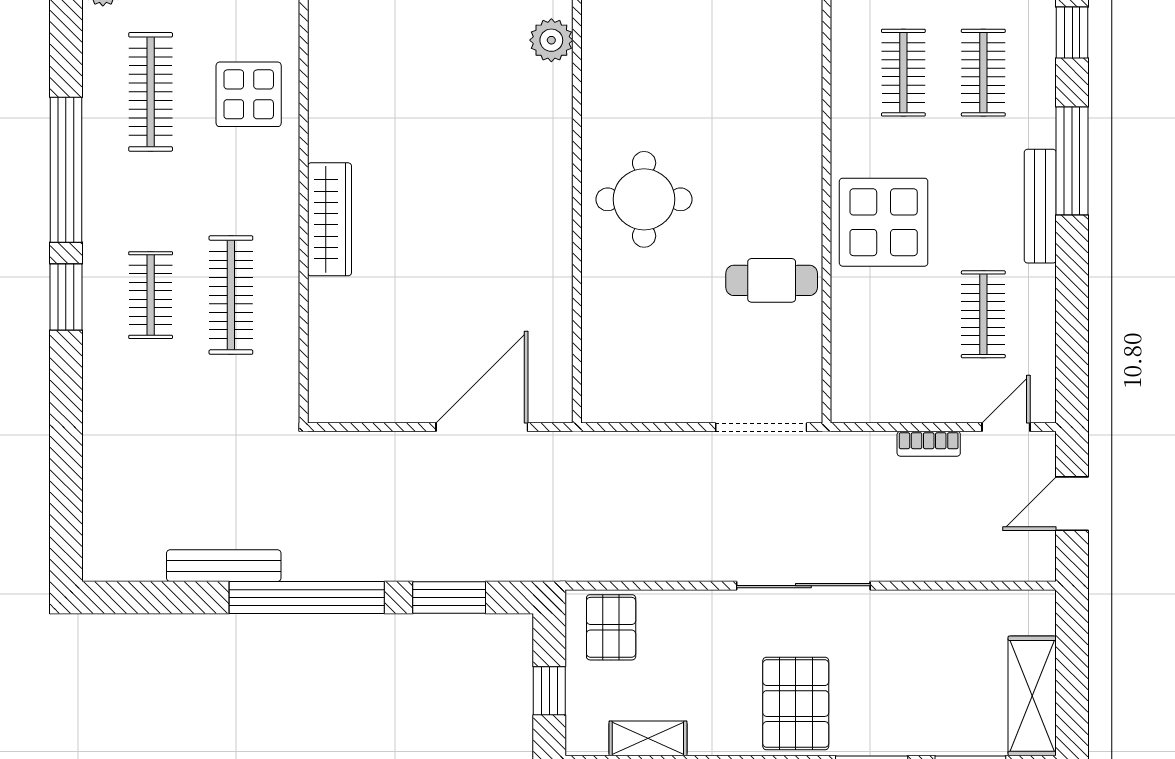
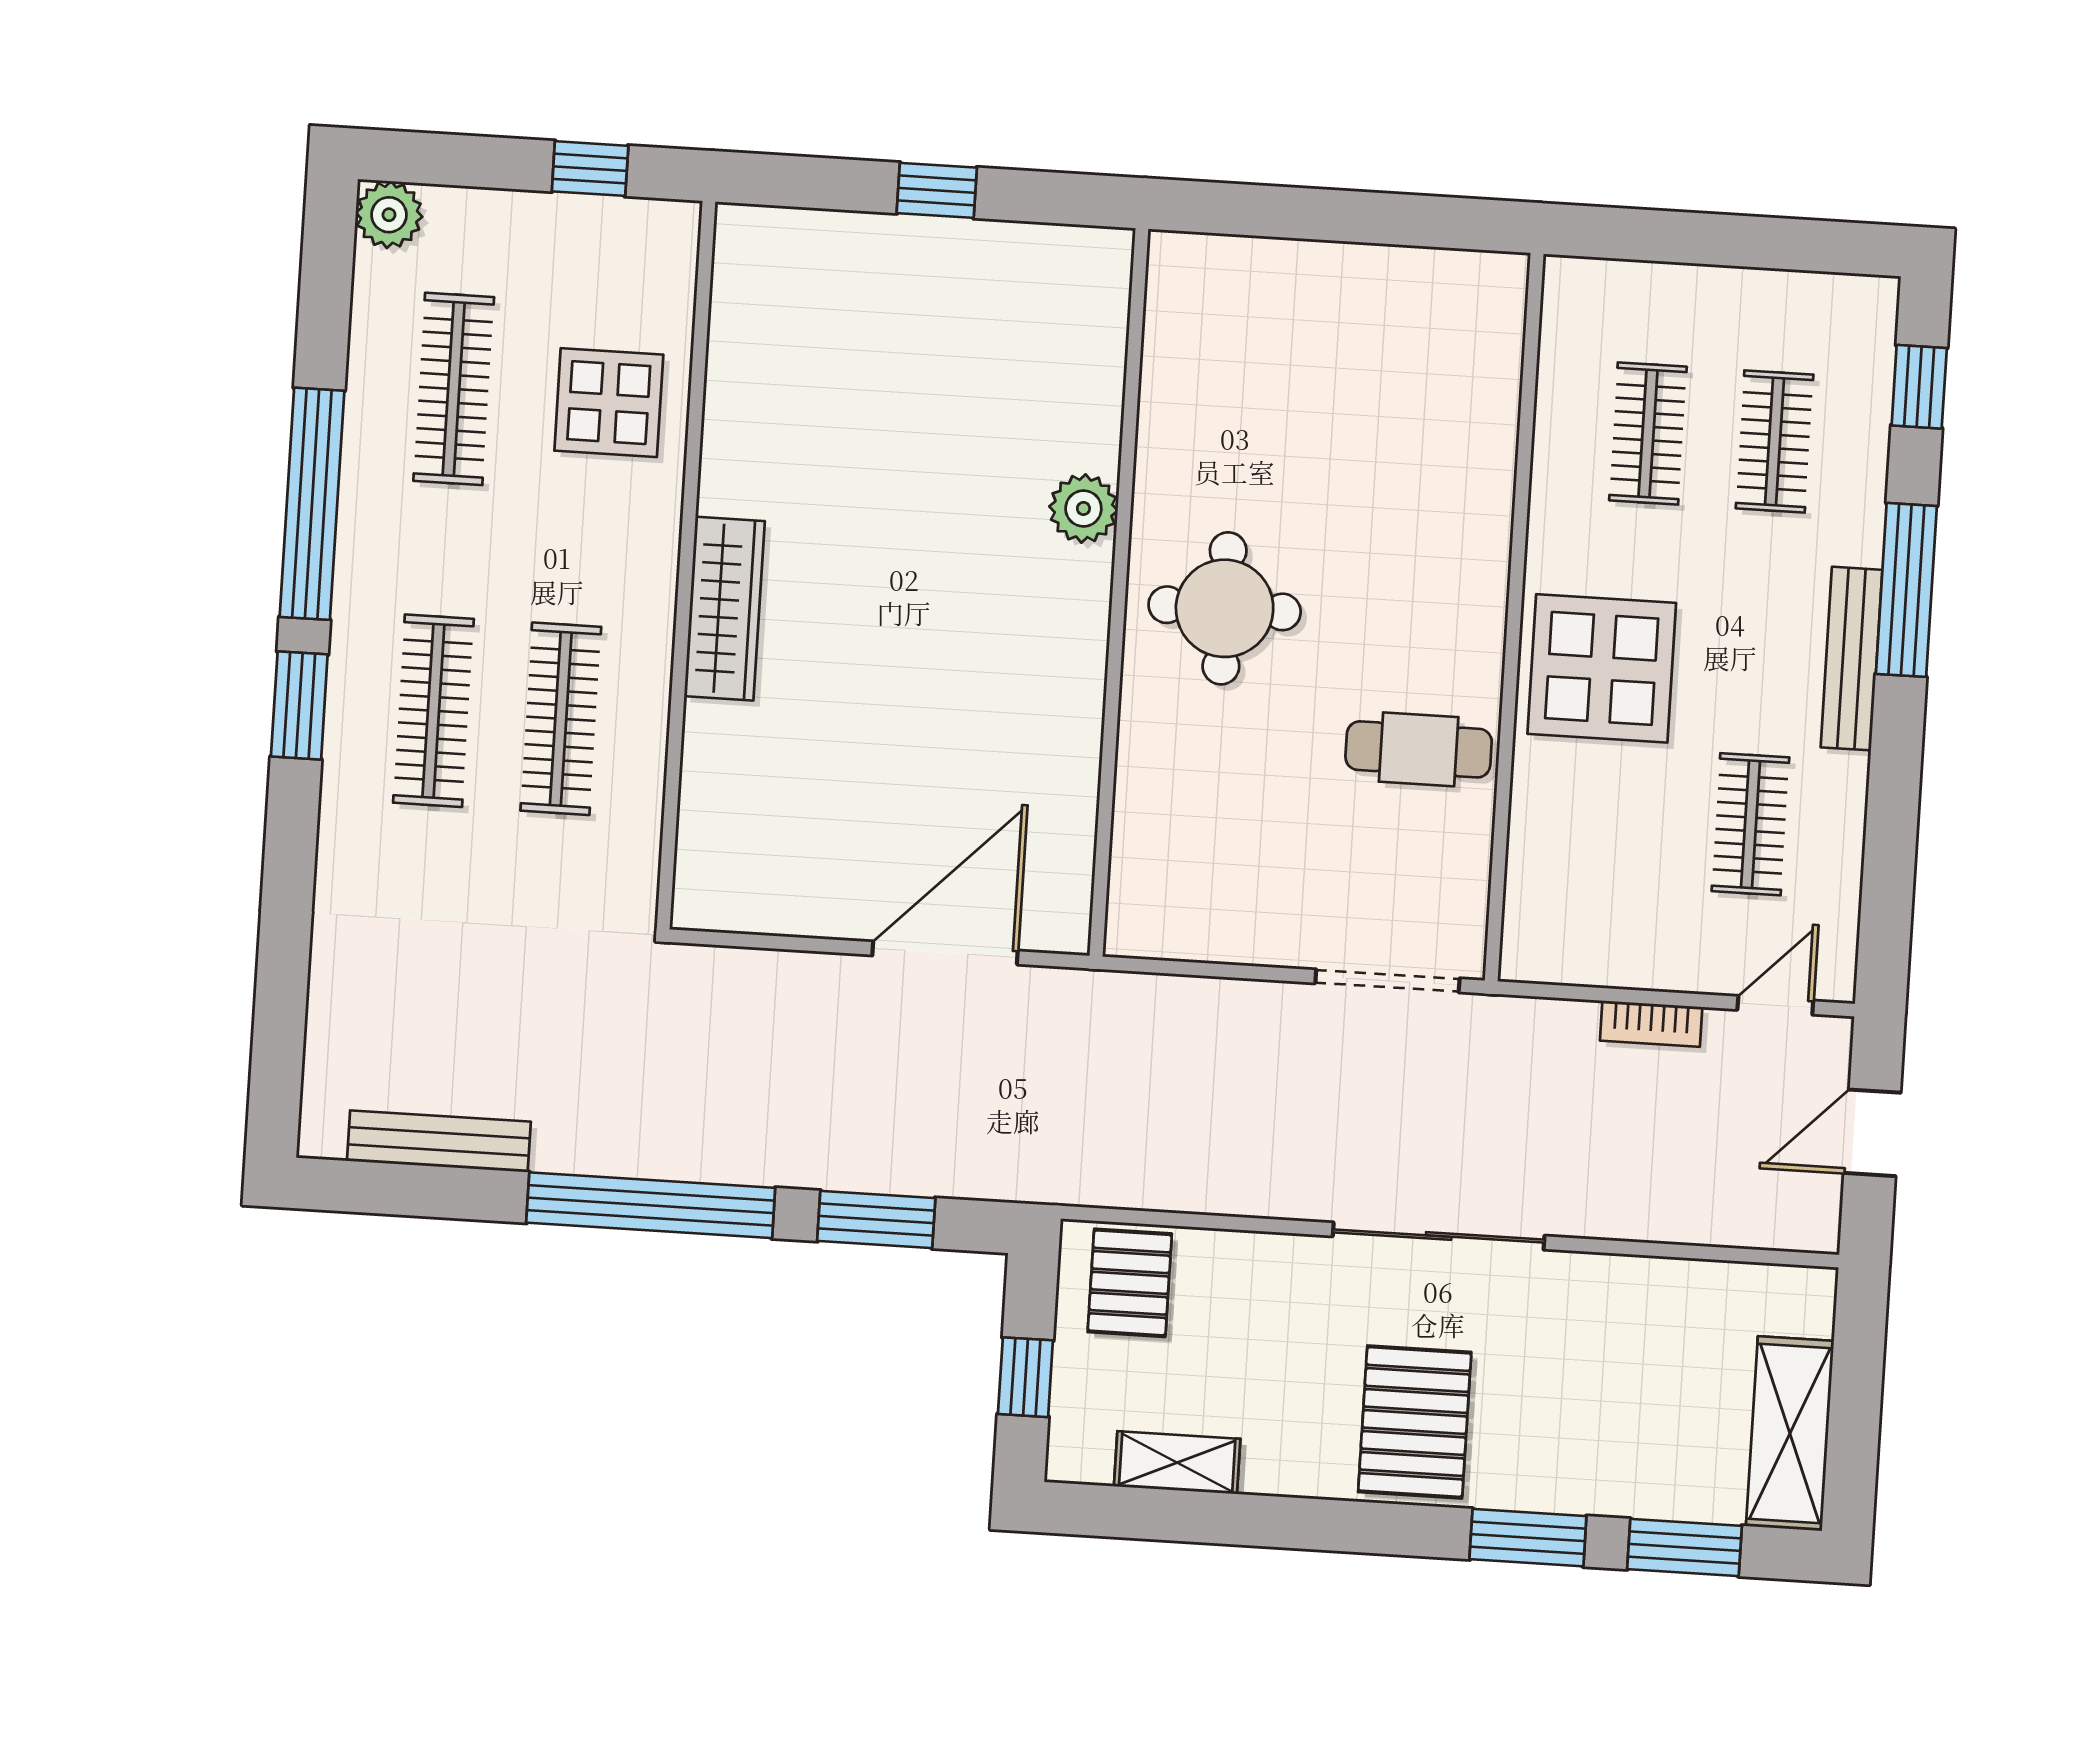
plant: (551, 40) -> (1083, 508), moved
clothes rail: (151, 295) -> (433, 711), width x1.36
bench: (224, 566) -> (439, 1141), moved

